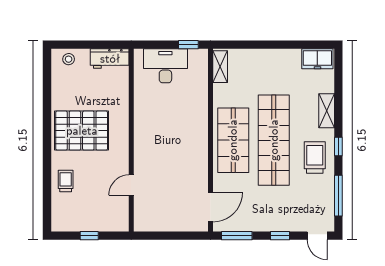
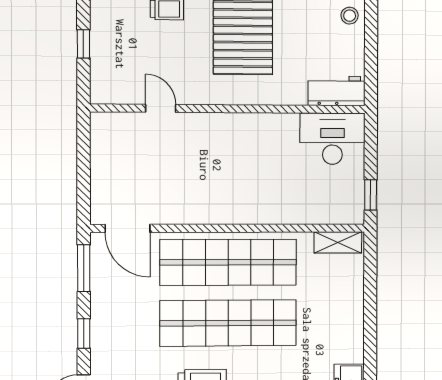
workbench: (110, 59) -> (337, 91), moved, turned 90
desk: (165, 66) -> (332, 139), moved, turned -90
shop shelf: (233, 140) -> (228, 262), width x1.40

